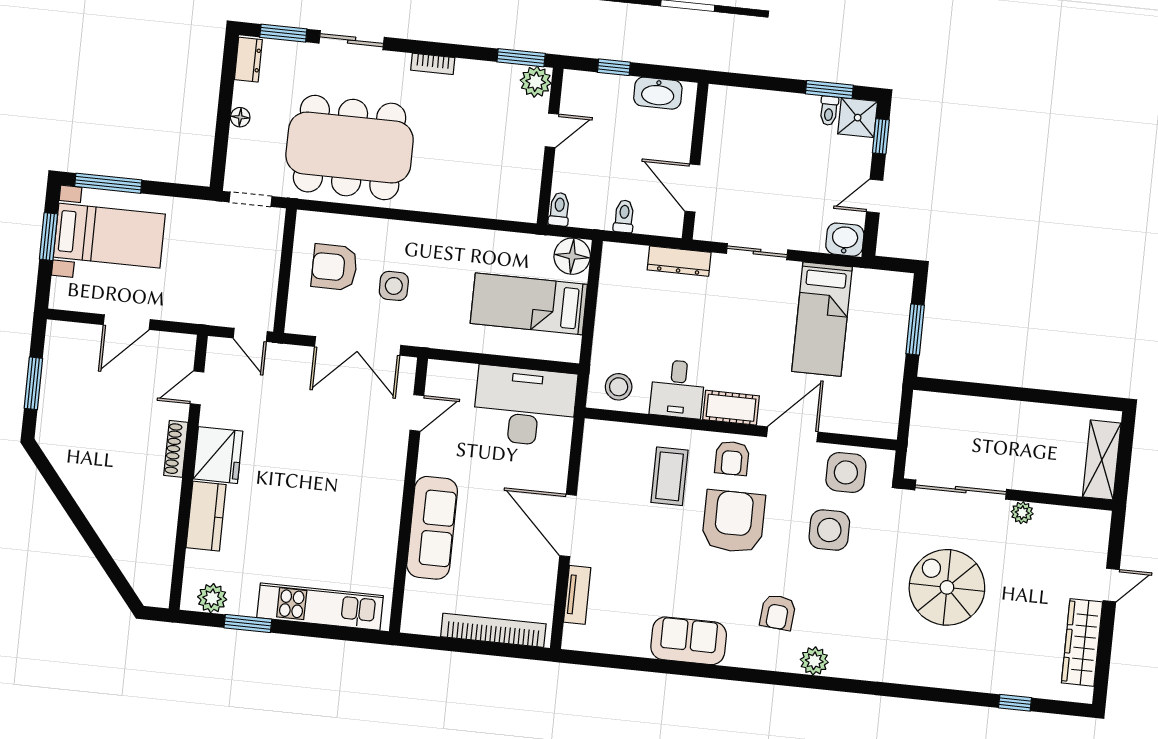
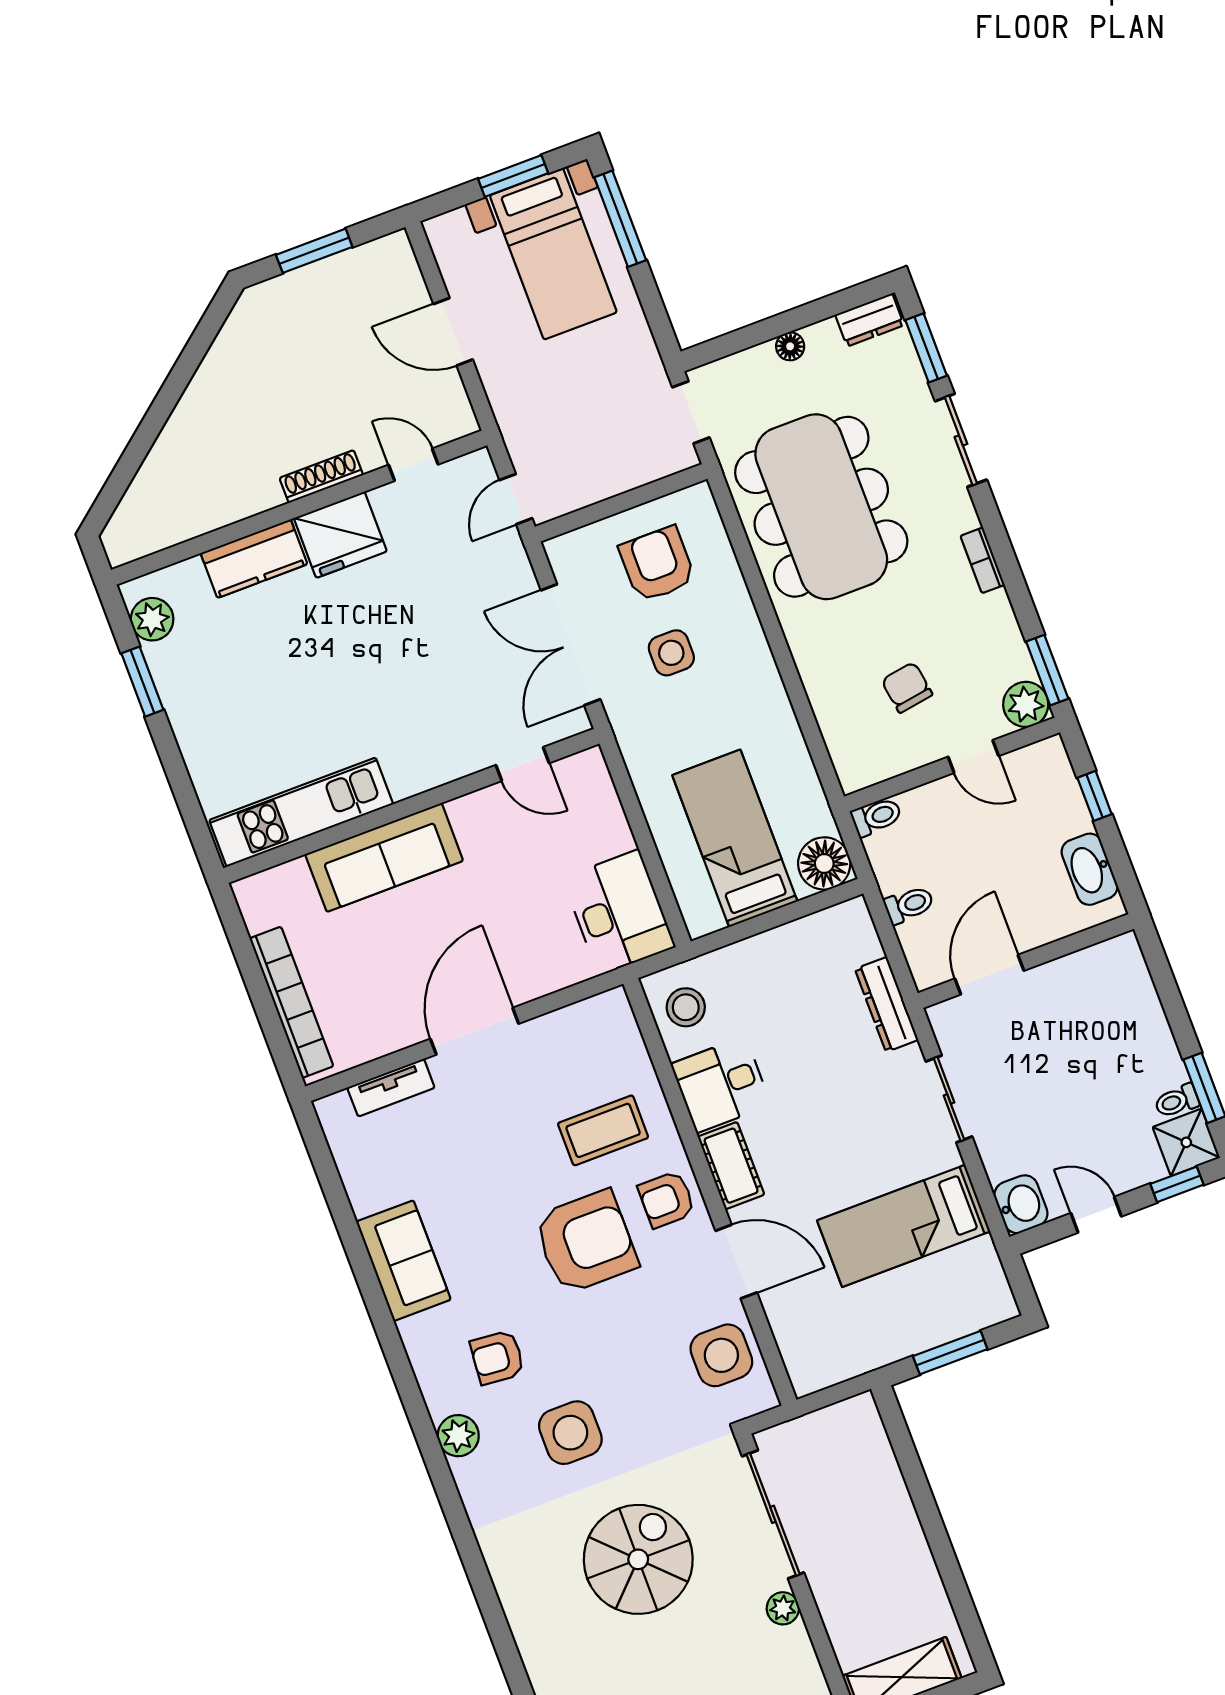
chair: (488, 150) -> (907, 687), added
desk: (525, 406) -> (619, 912), width x0.73, depth x0.77
side table: (829, 530) -> (570, 1433), moved
kitchen unit: (320, 607) -> (301, 812), moved, turned -90

